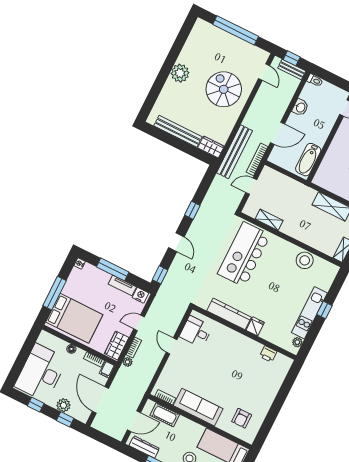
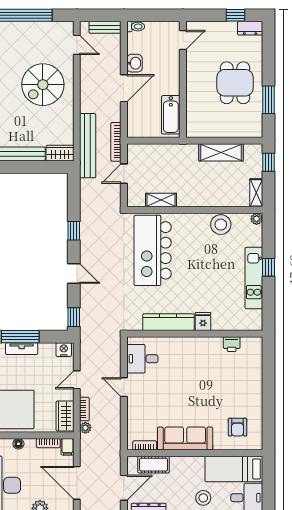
window: (292, 58) -> (99, 15), removed
spiral stairs: (224, 89) -> (43, 85), turned -90
door: (278, 133) -> (124, 88), moved
tv unit: (122, 285) -> (22, 349), moved
plant: (297, 342) -> (257, 219), moved

